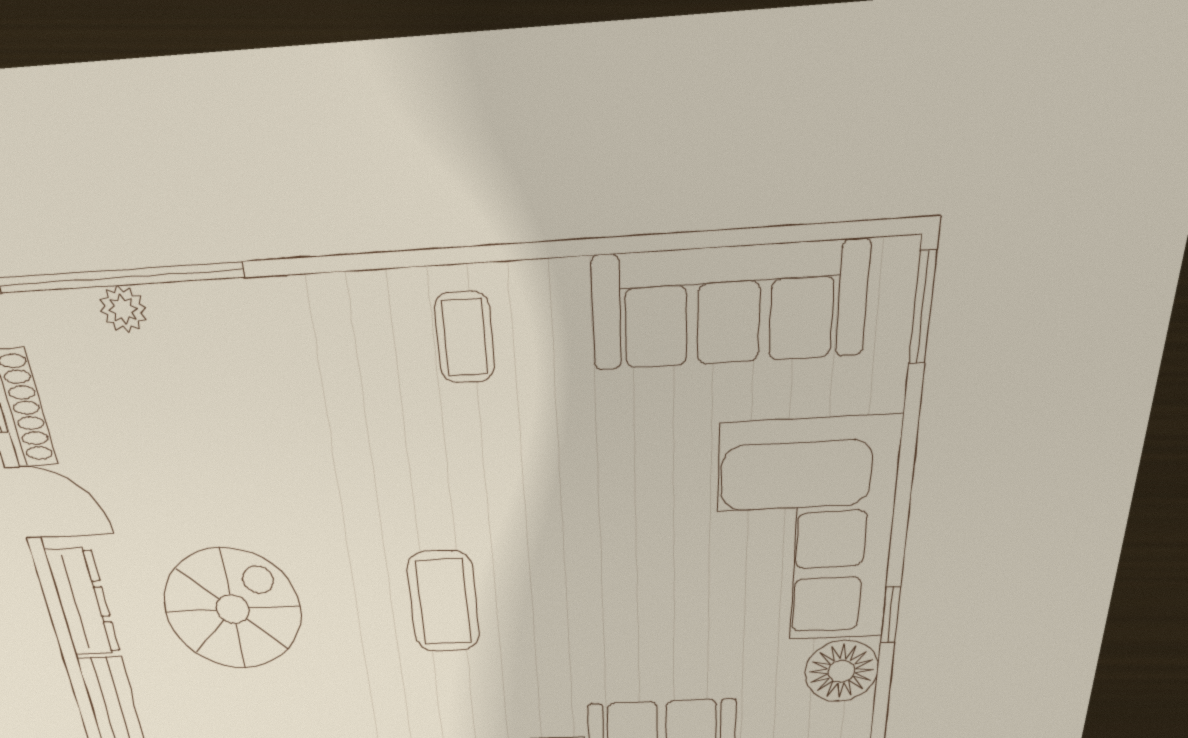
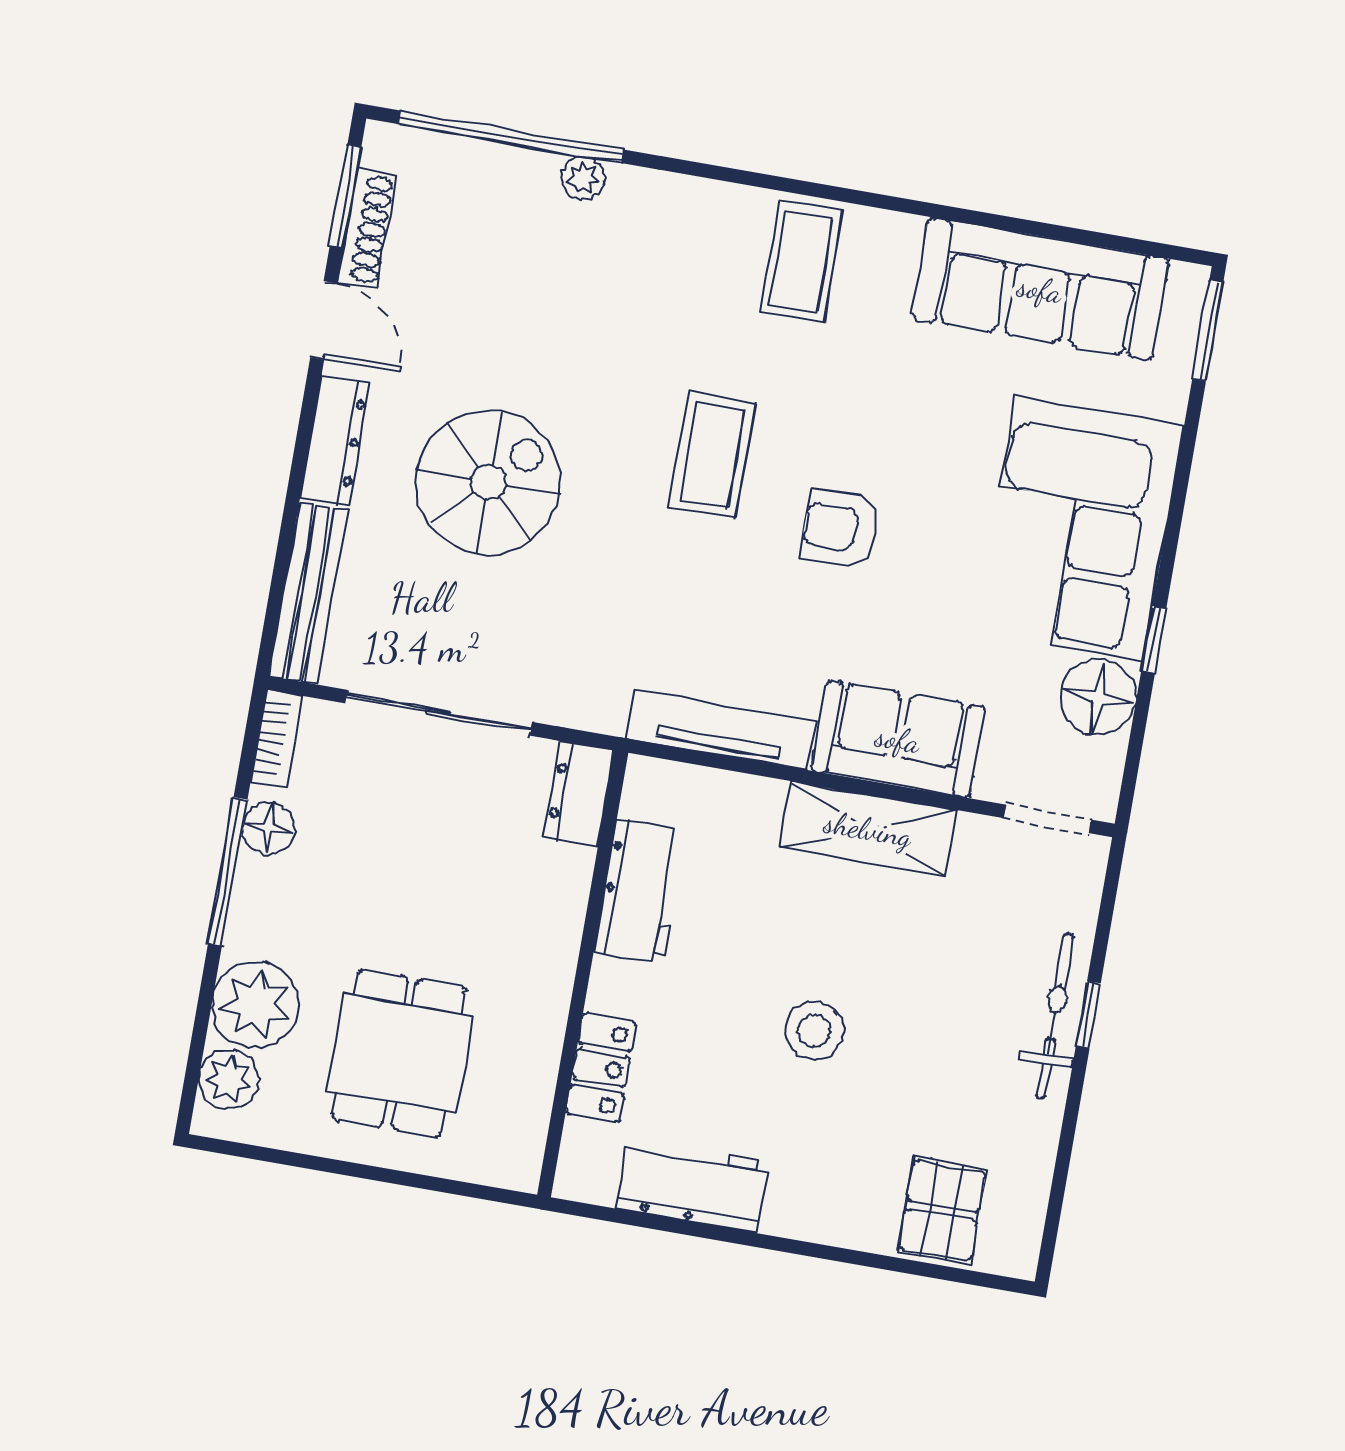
plant: (123, 309) -> (583, 178), moved
coffee table: (465, 338) -> (801, 262), width x1.36, depth x1.30
armchair: (569, 581) -> (840, 528), added
coffee table: (443, 602) -> (712, 455), moved

